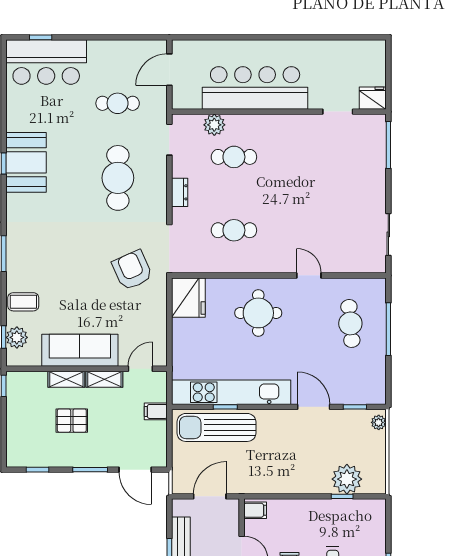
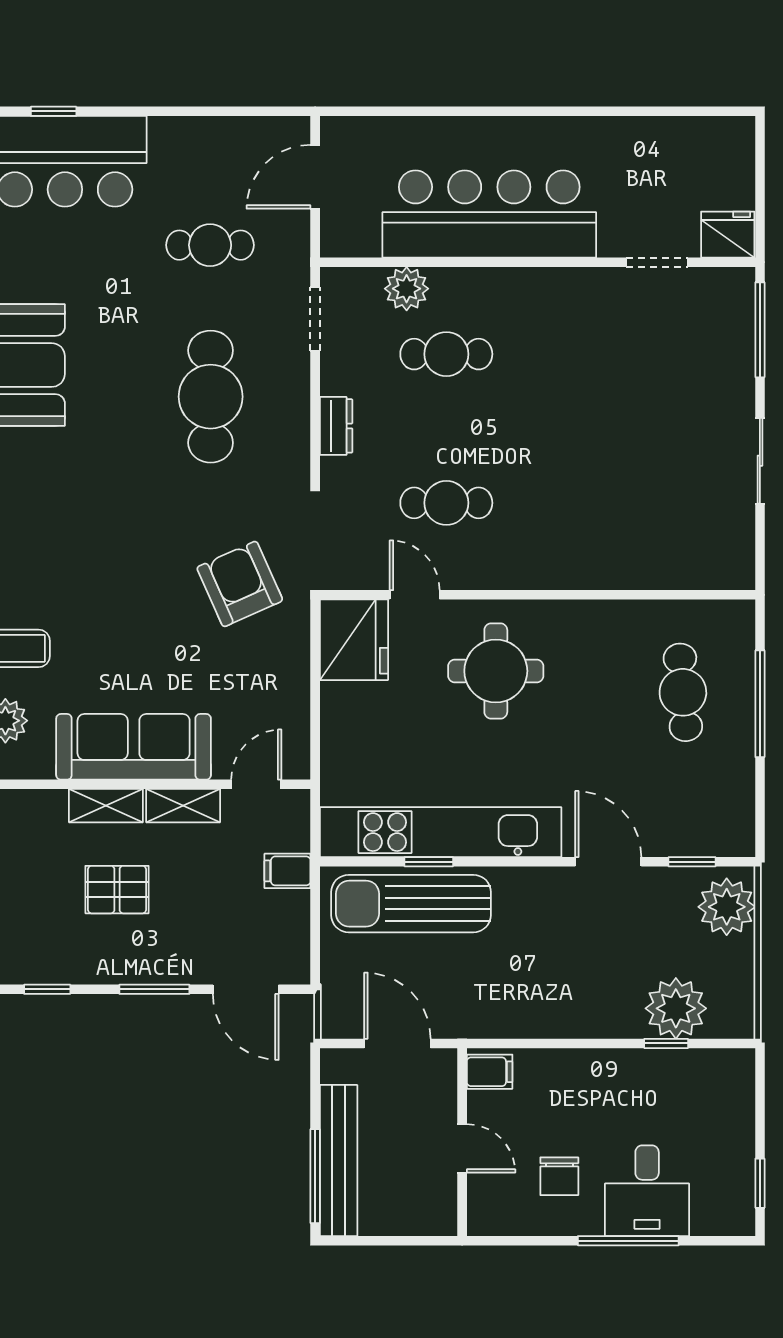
sliding door: (388, 234) -> (760, 461), moved
door: (309, 275) -> (415, 595), moved
plant: (379, 422) -> (727, 907), width x1.87, depth x1.87
door: (210, 496) -> (397, 1043), hinge flipped

